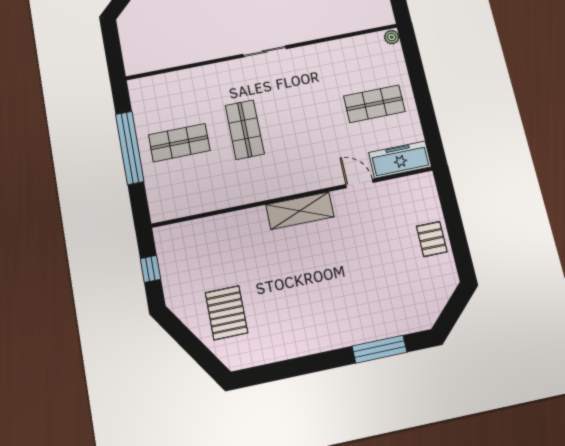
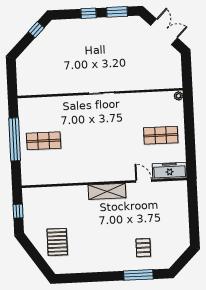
shop shelf: (245, 130) -> (83, 139), removed
pallet: (432, 239) -> (143, 248), moved

